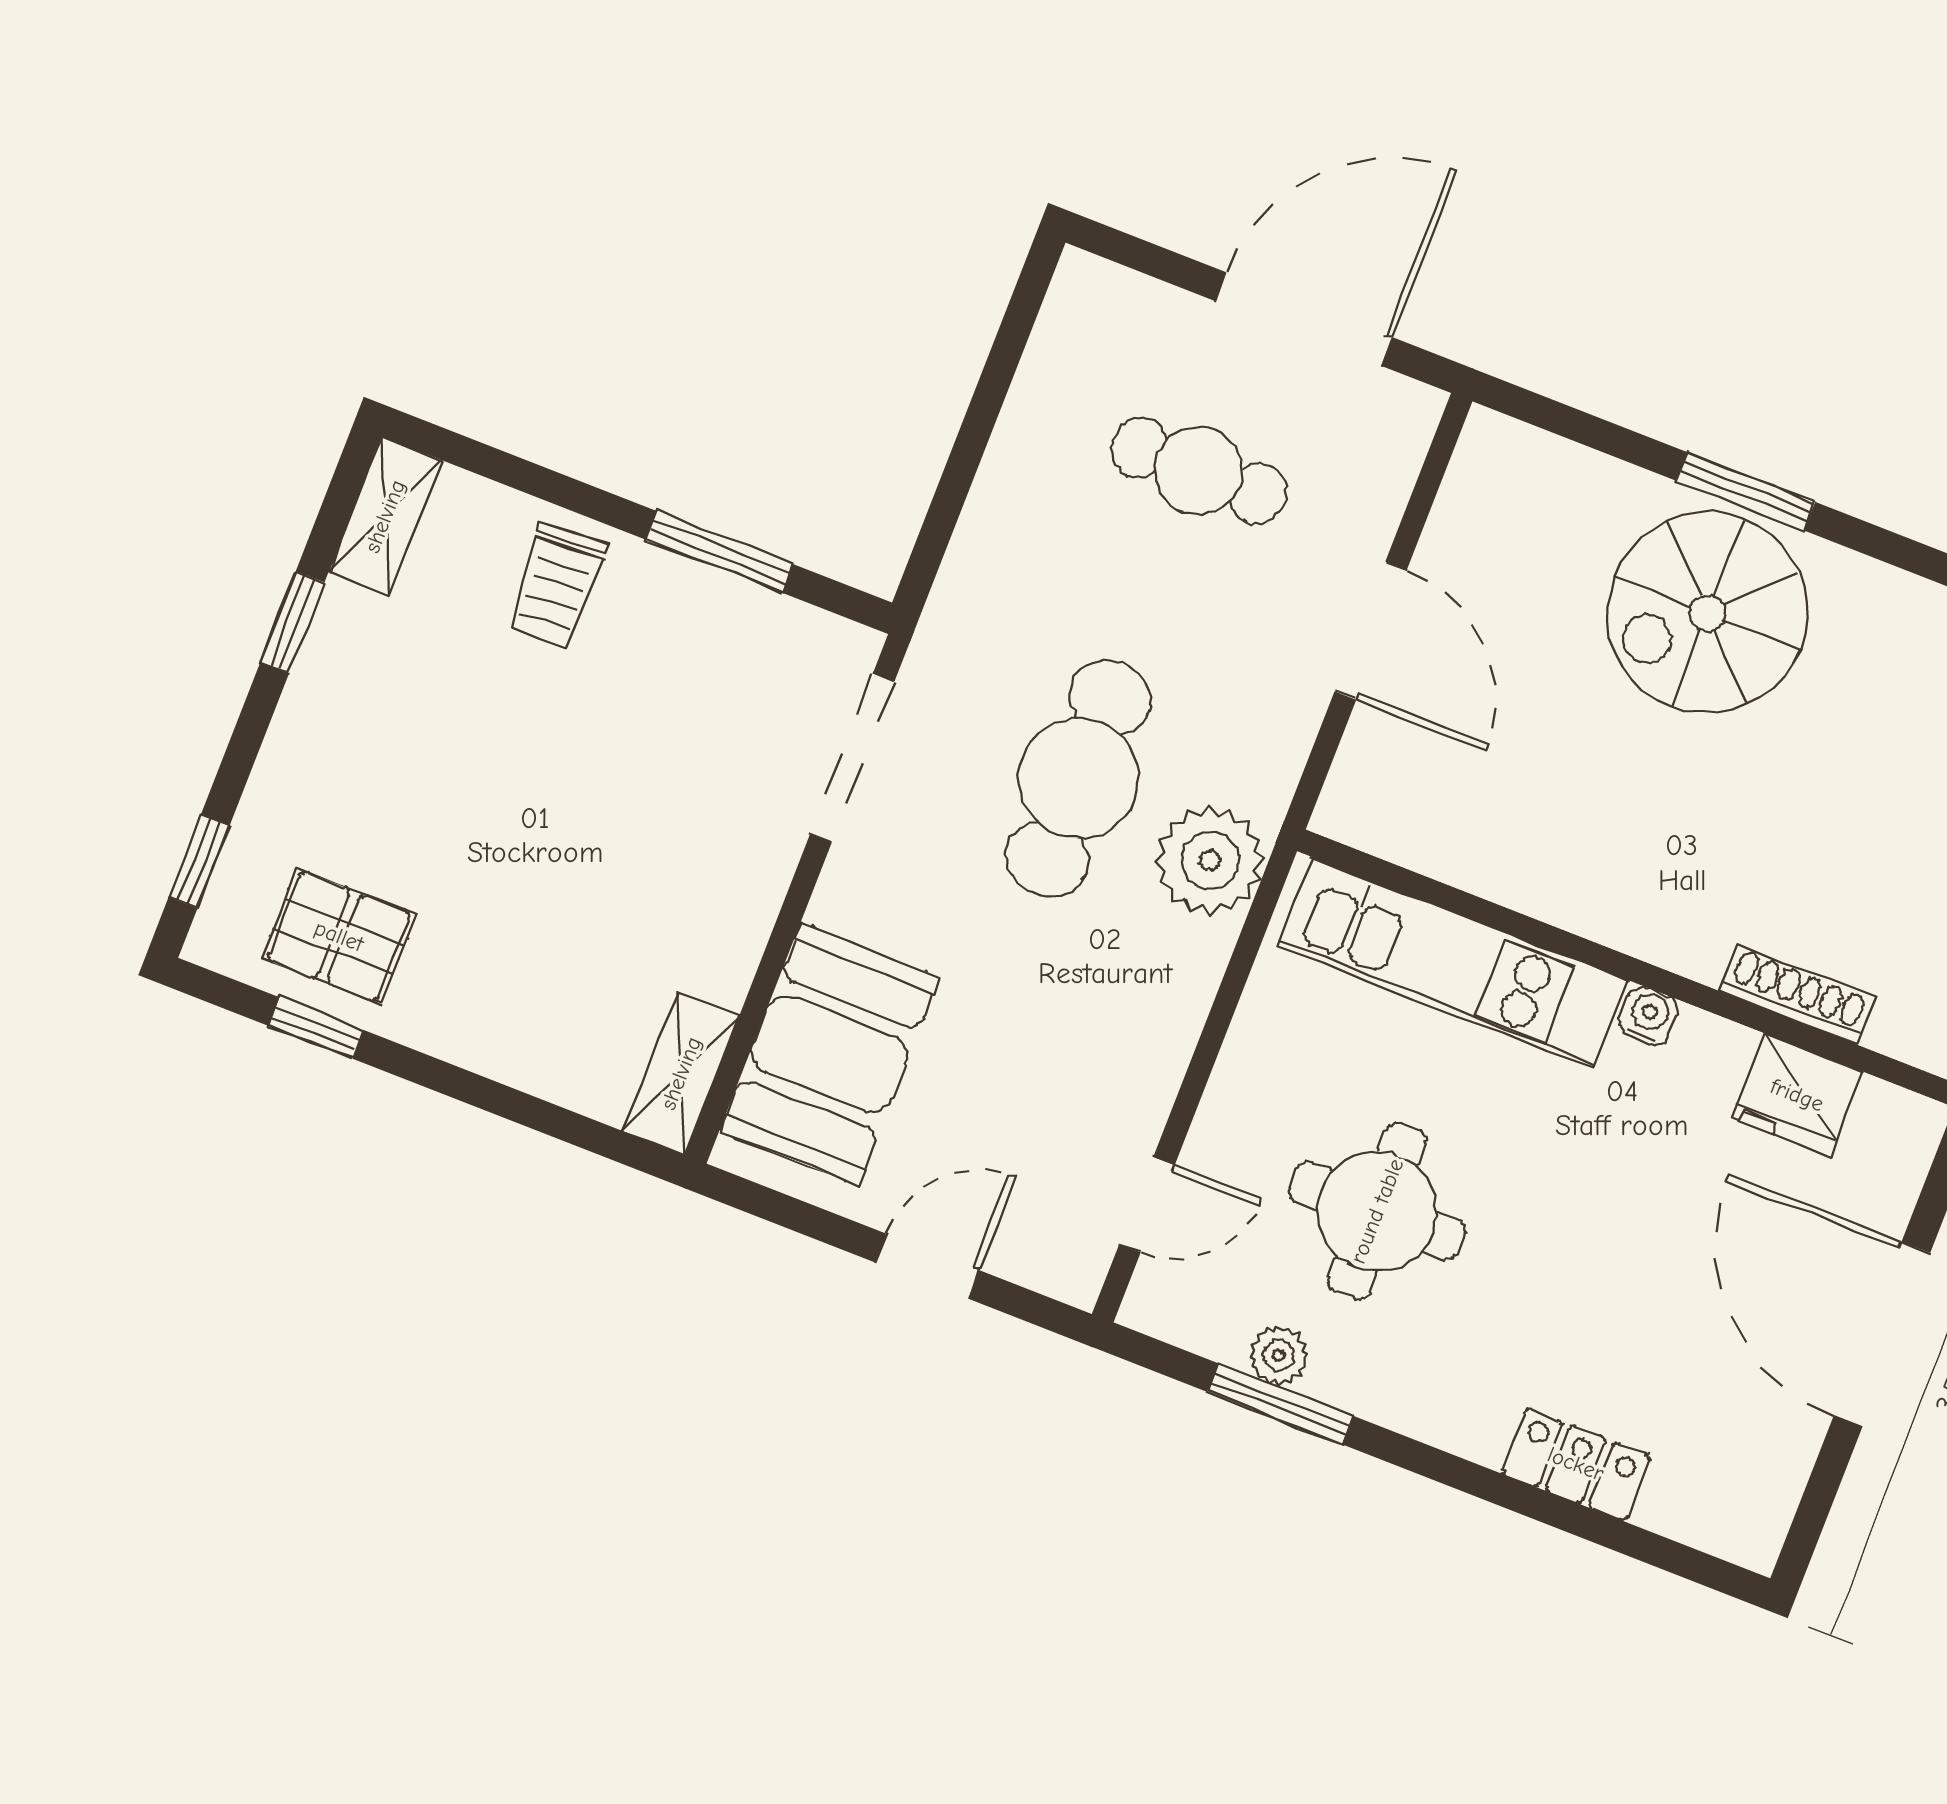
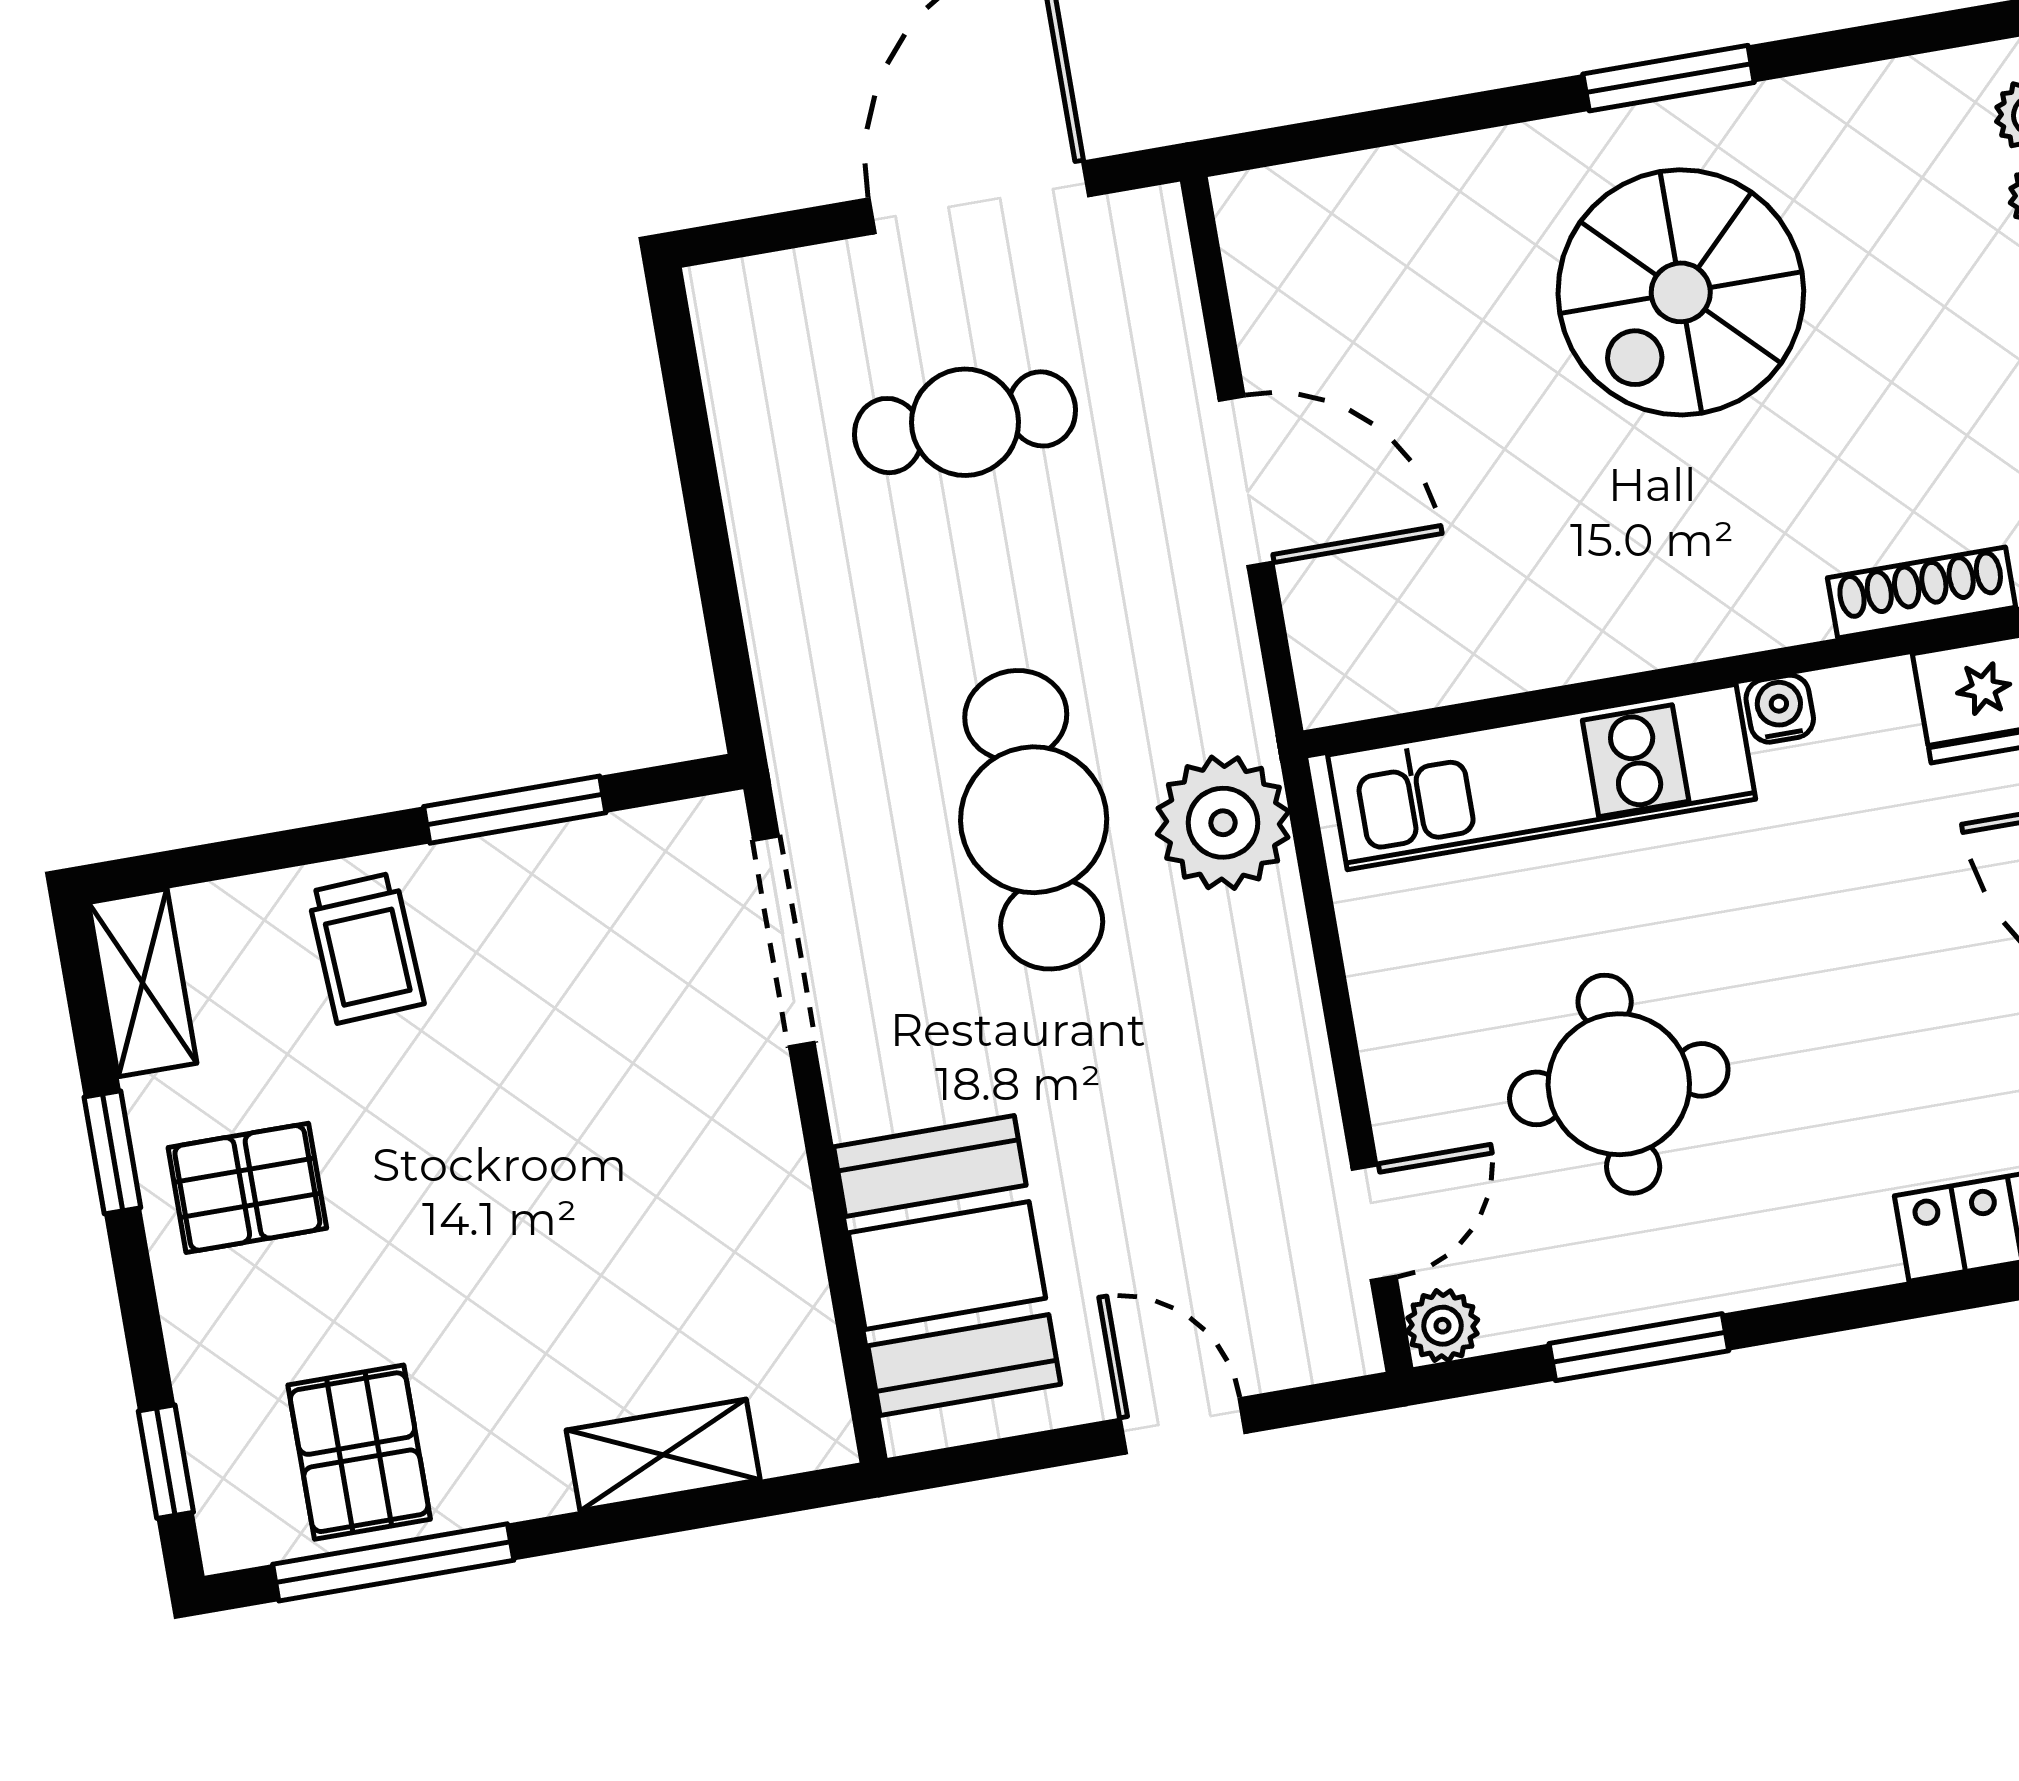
window: (1745, 491) -> (1669, 78), moved
spiral stairs: (1707, 613) -> (1681, 292), moved
pallet: (372, 704) -> (247, 1188), added
pallet: (339, 936) -> (359, 1452), turned 90
window: (316, 1028) -> (393, 1562), width x2.17
shelving: (681, 1073) -> (663, 1455), moved, turned 90
door: (927, 1266) -> (1183, 1426), hinge flipped
plant: (1279, 1355) -> (1442, 1326), moved

